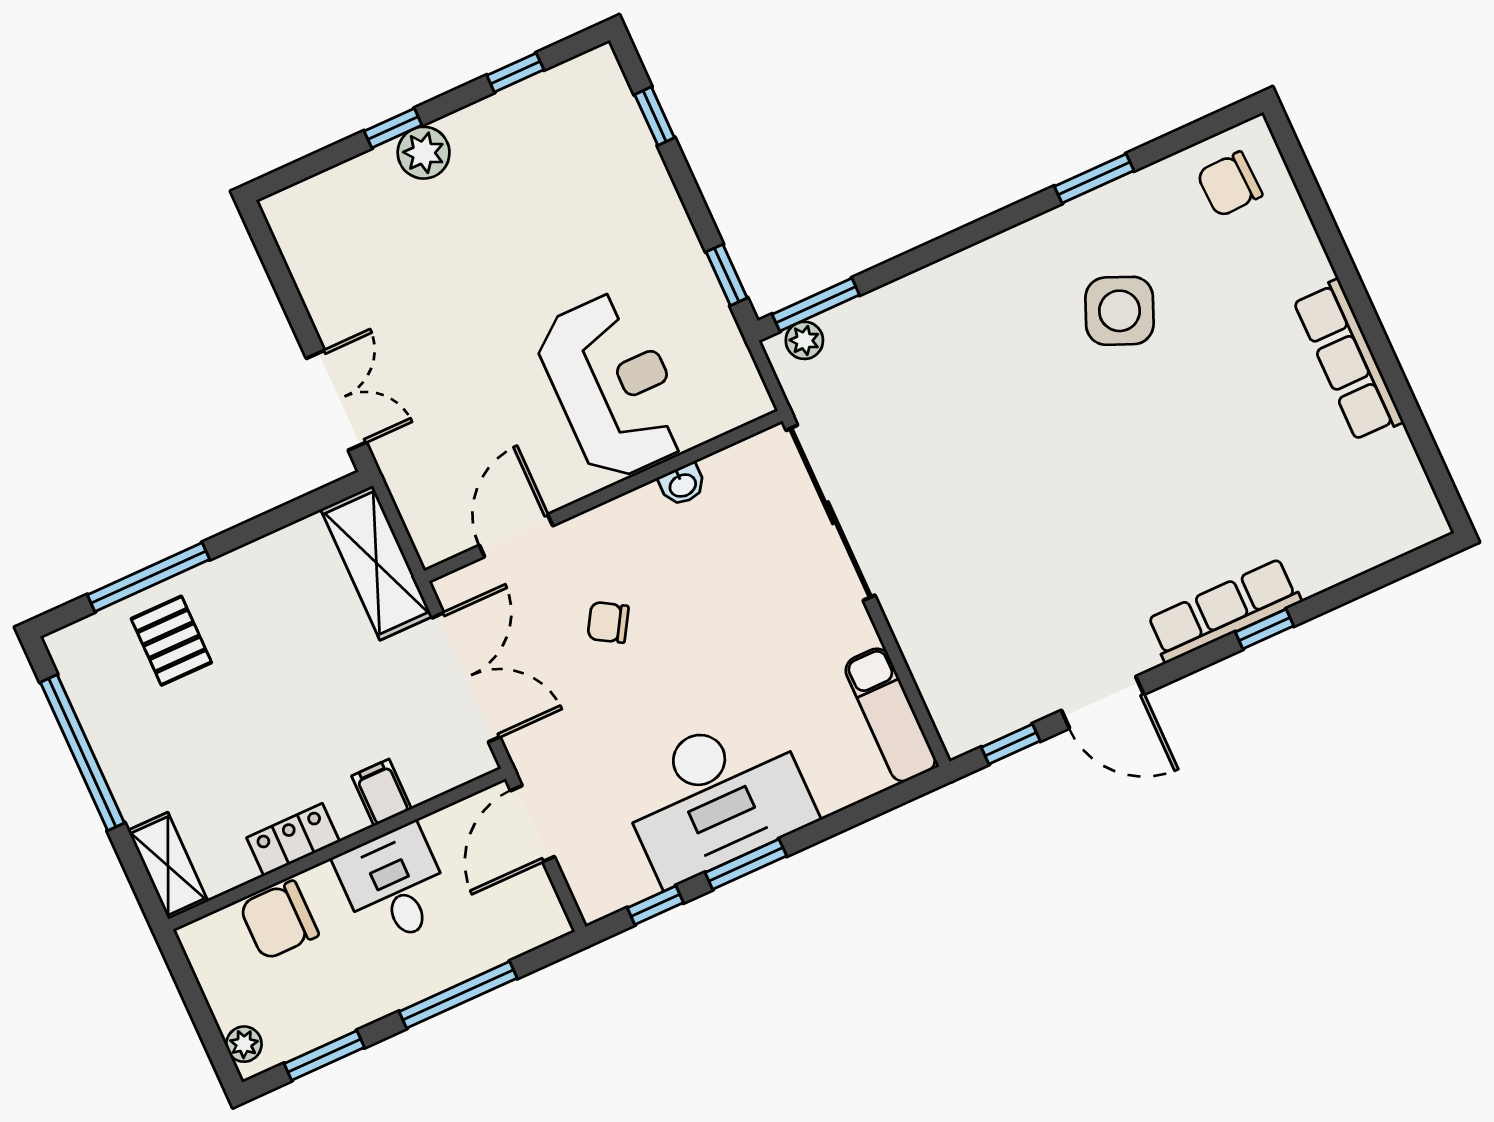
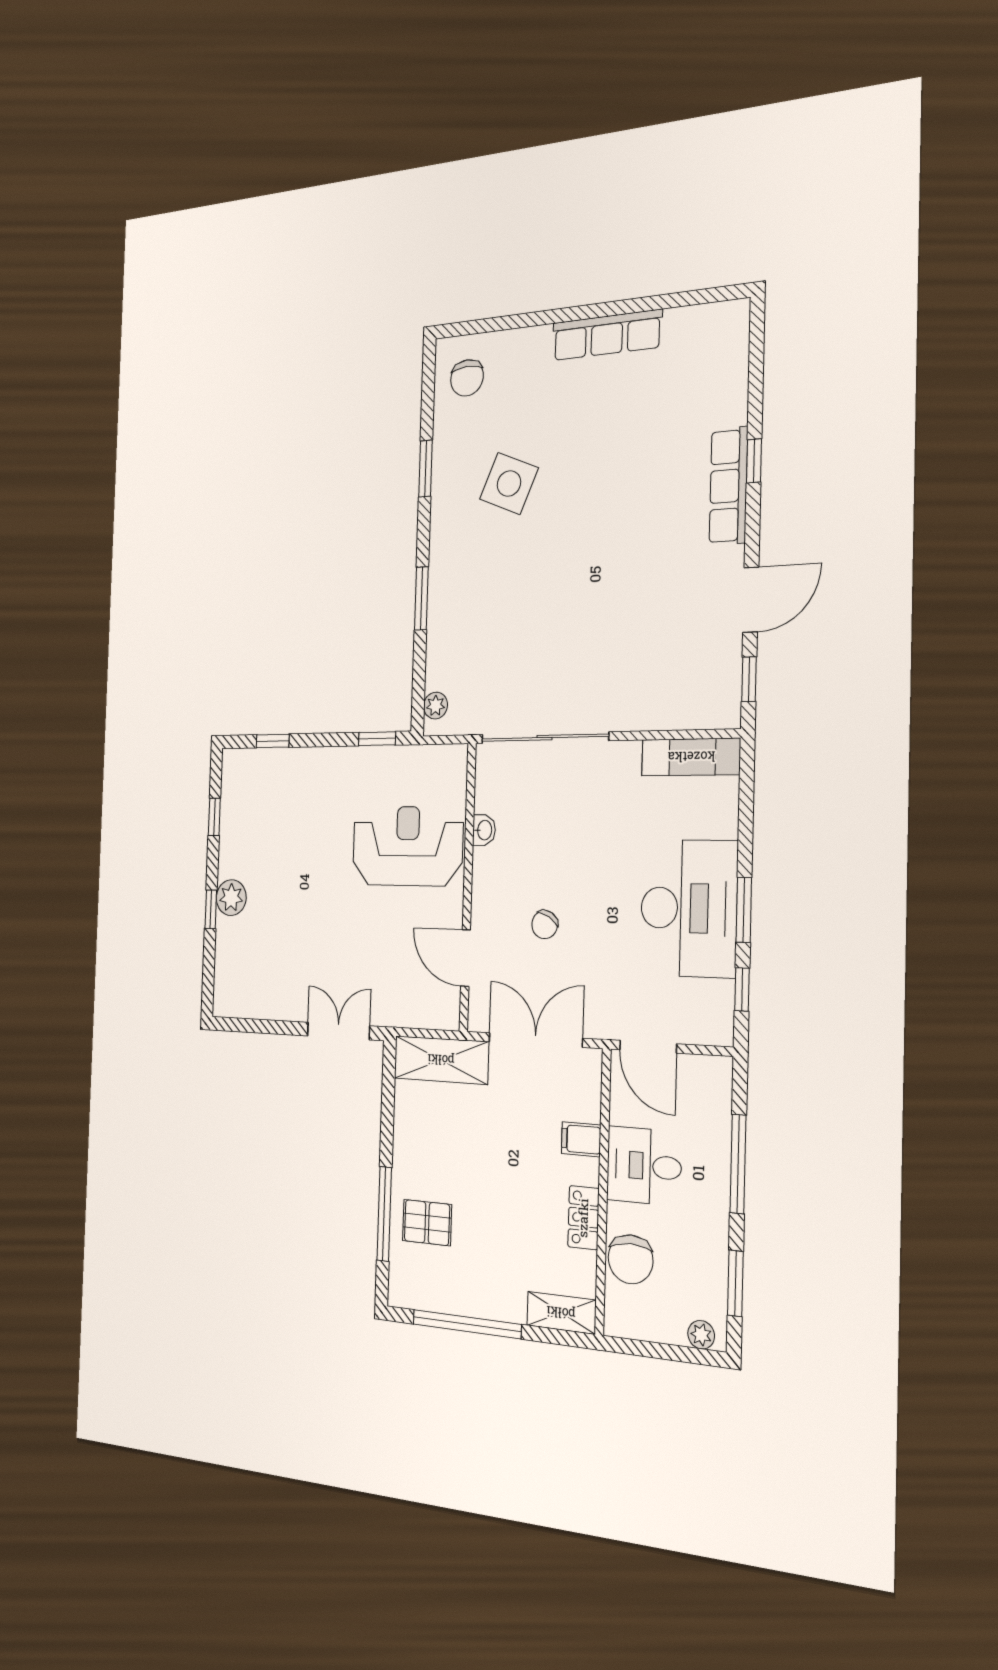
window: (816, 305) -> (421, 598), moved

